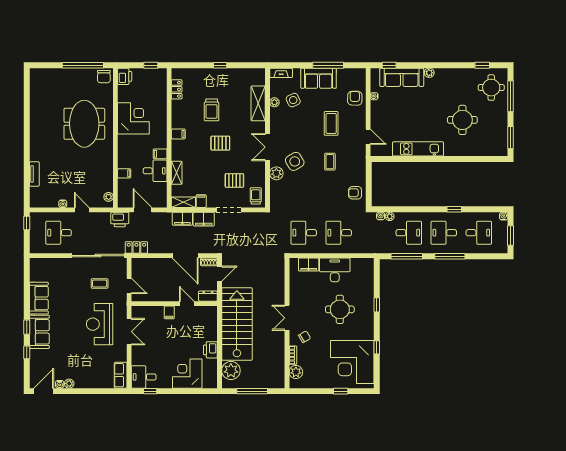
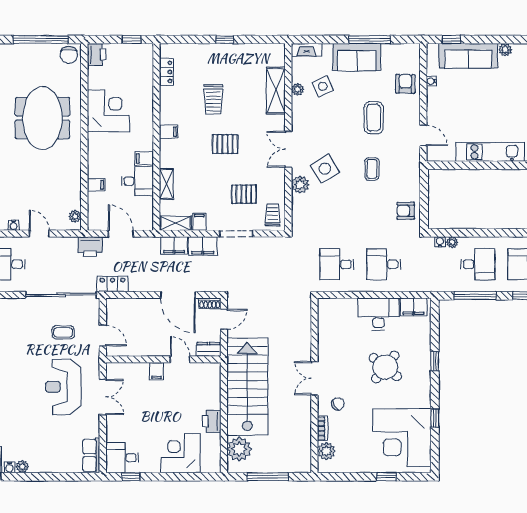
filing cabinet: (309, 265) -> (414, 307), moved
round table: (340, 309) -> (385, 367), turned 38

